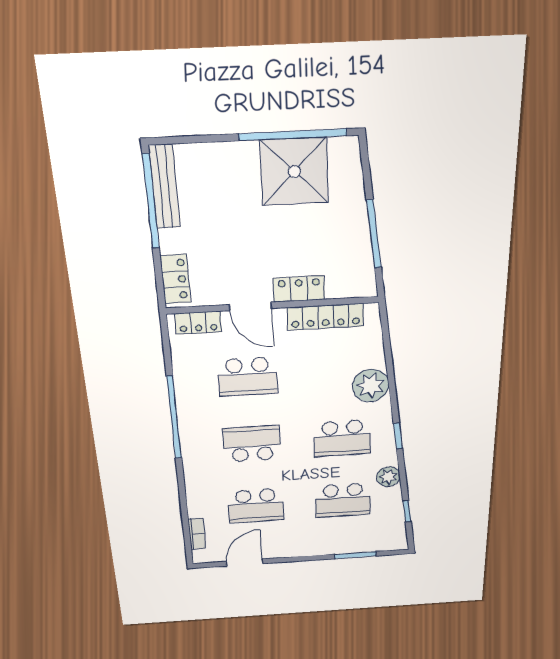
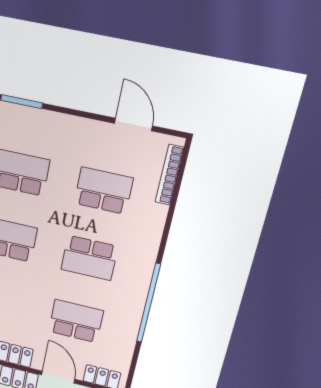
bookcase: (197, 534) -> (169, 175), width x1.56
door: (245, 563) -> (133, 125), swing flipped

